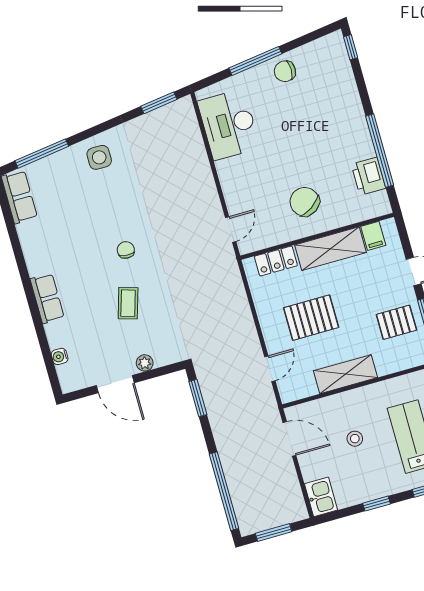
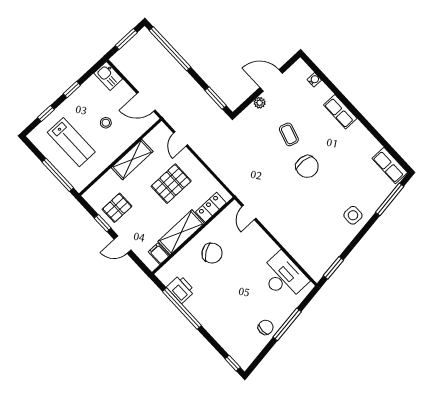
chair: (126, 250) -> (307, 167), width x1.87, depth x1.87

